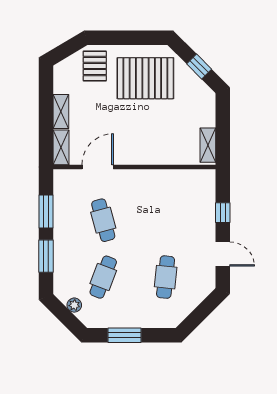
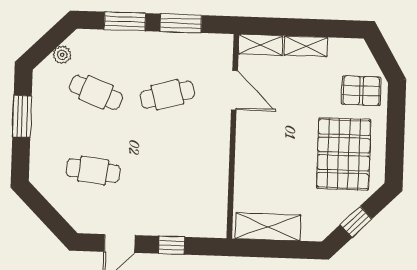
shelving: (208, 145) -> (268, 227), width x1.50, depth x1.33

